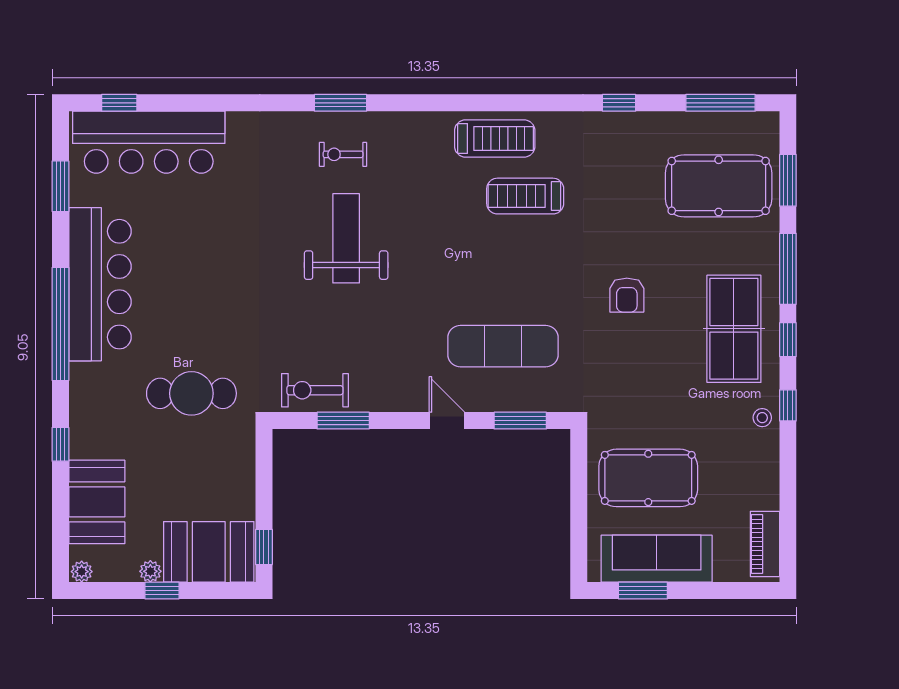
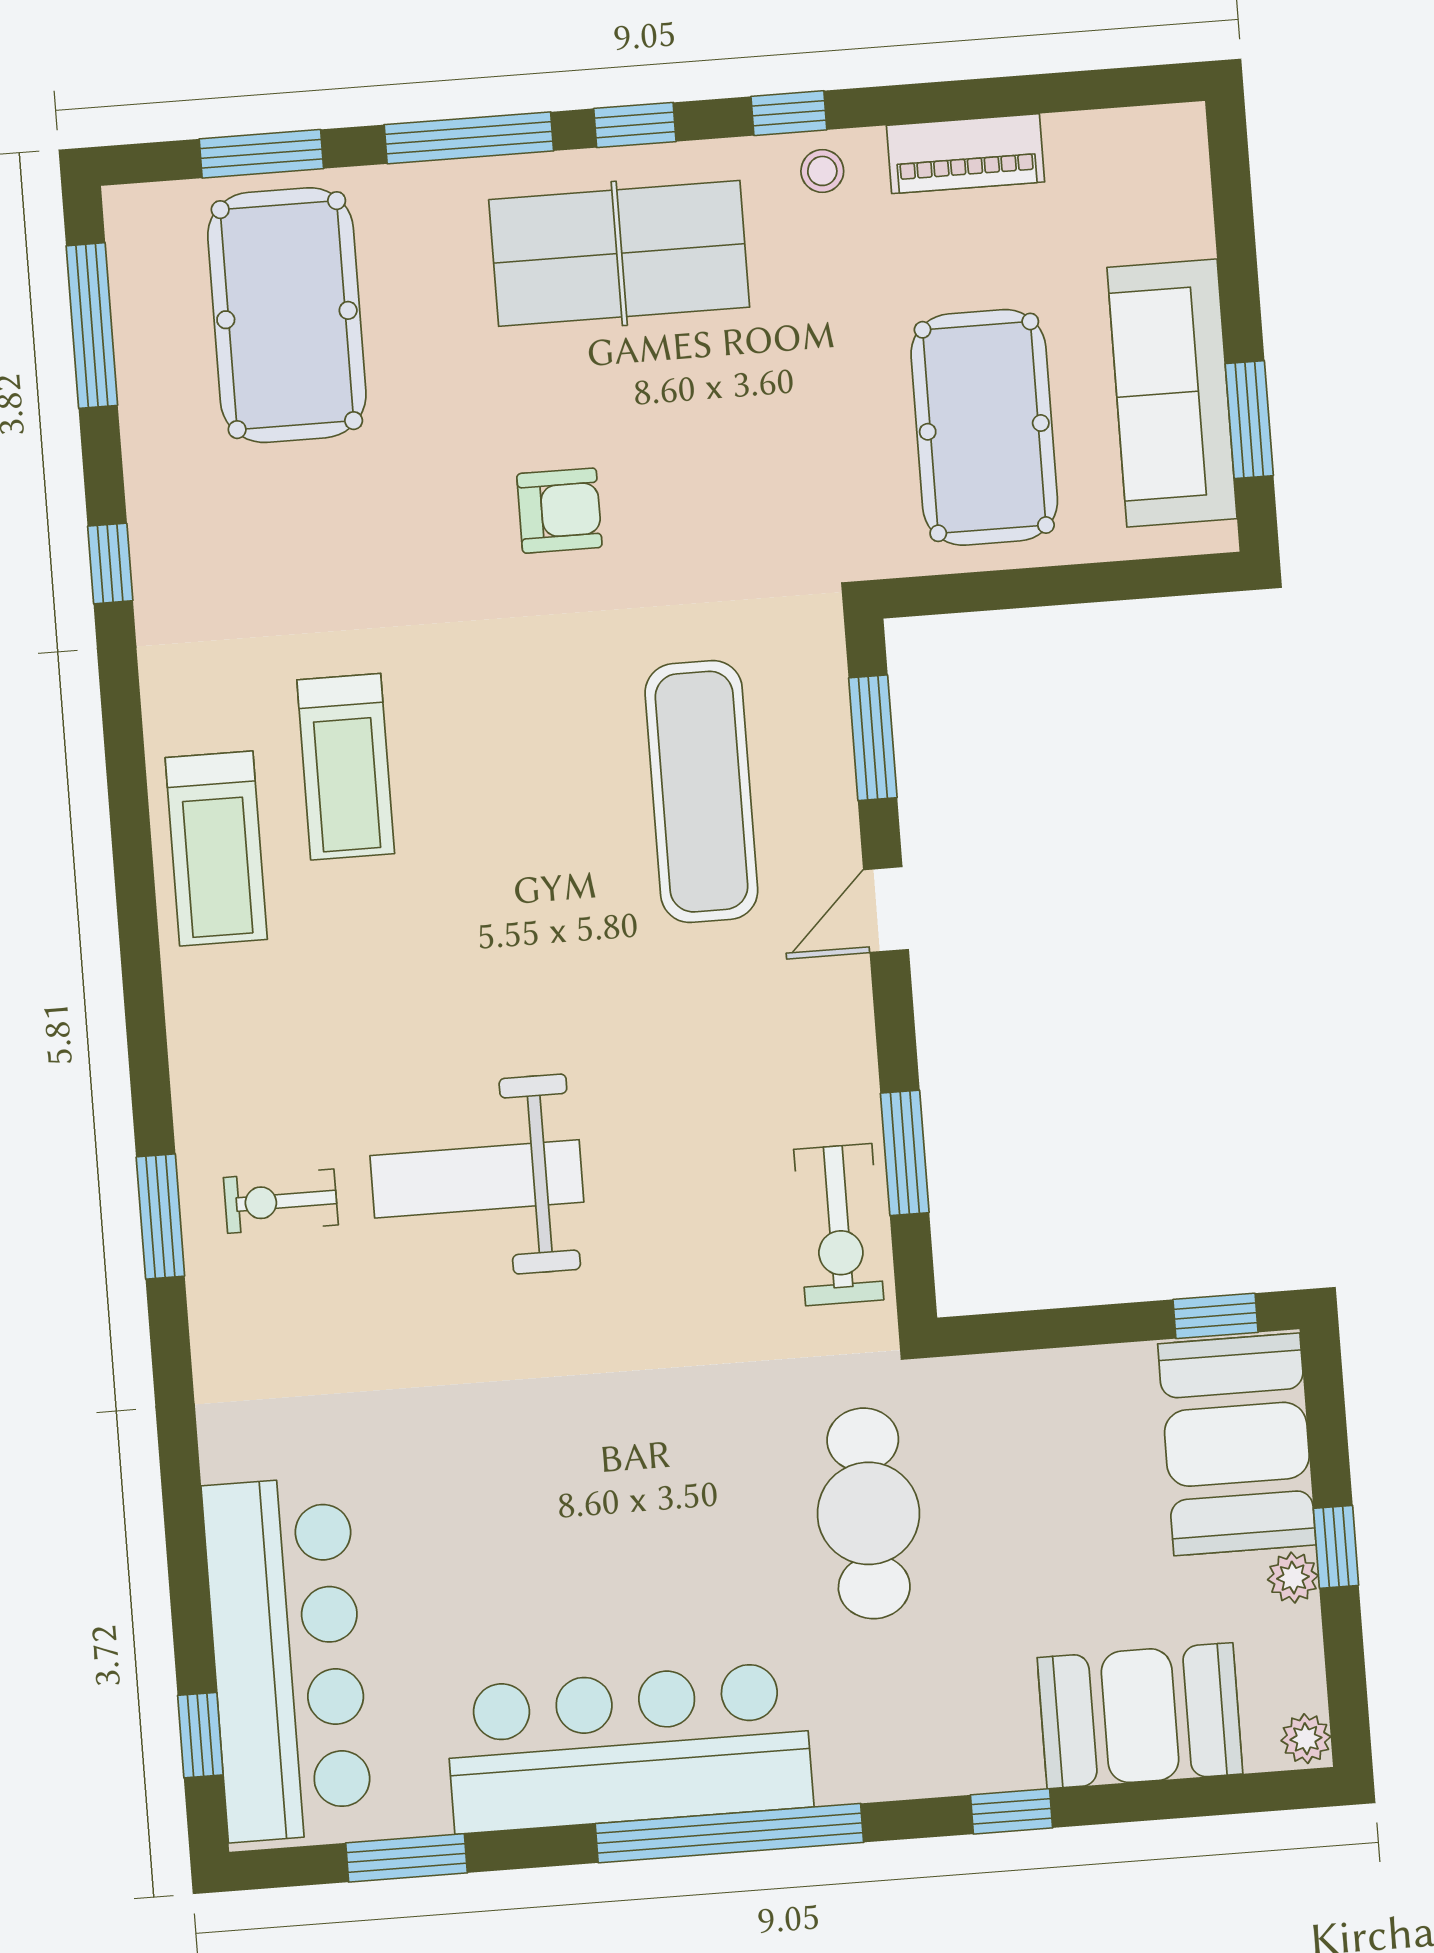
treadmill: (495, 139) -> (216, 848), turned 180
exercise bike: (343, 154) -> (281, 1201), turned 90
piano: (765, 544) -> (966, 154), moved

